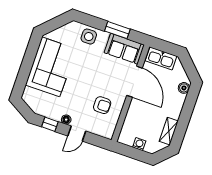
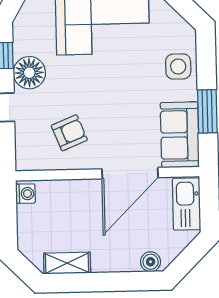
armchair: (102, 105) -> (69, 133), turned -112
floor lamp: (66, 120) -> (29, 73), width x1.89, depth x1.89
washing machine: (139, 144) -> (26, 194), moved

